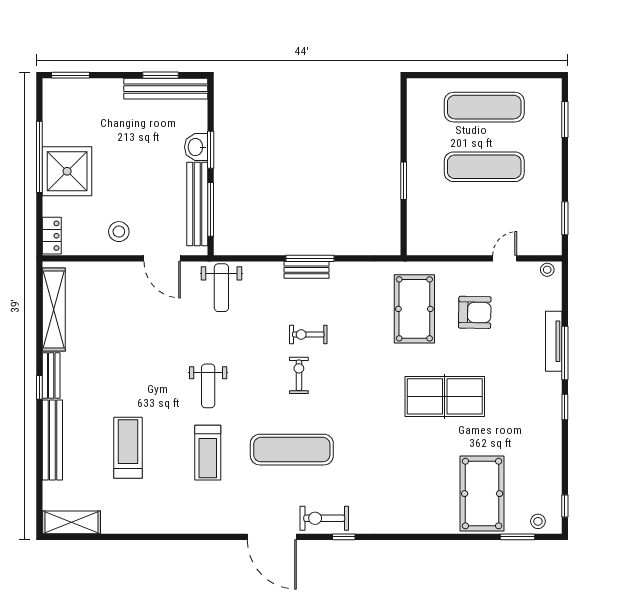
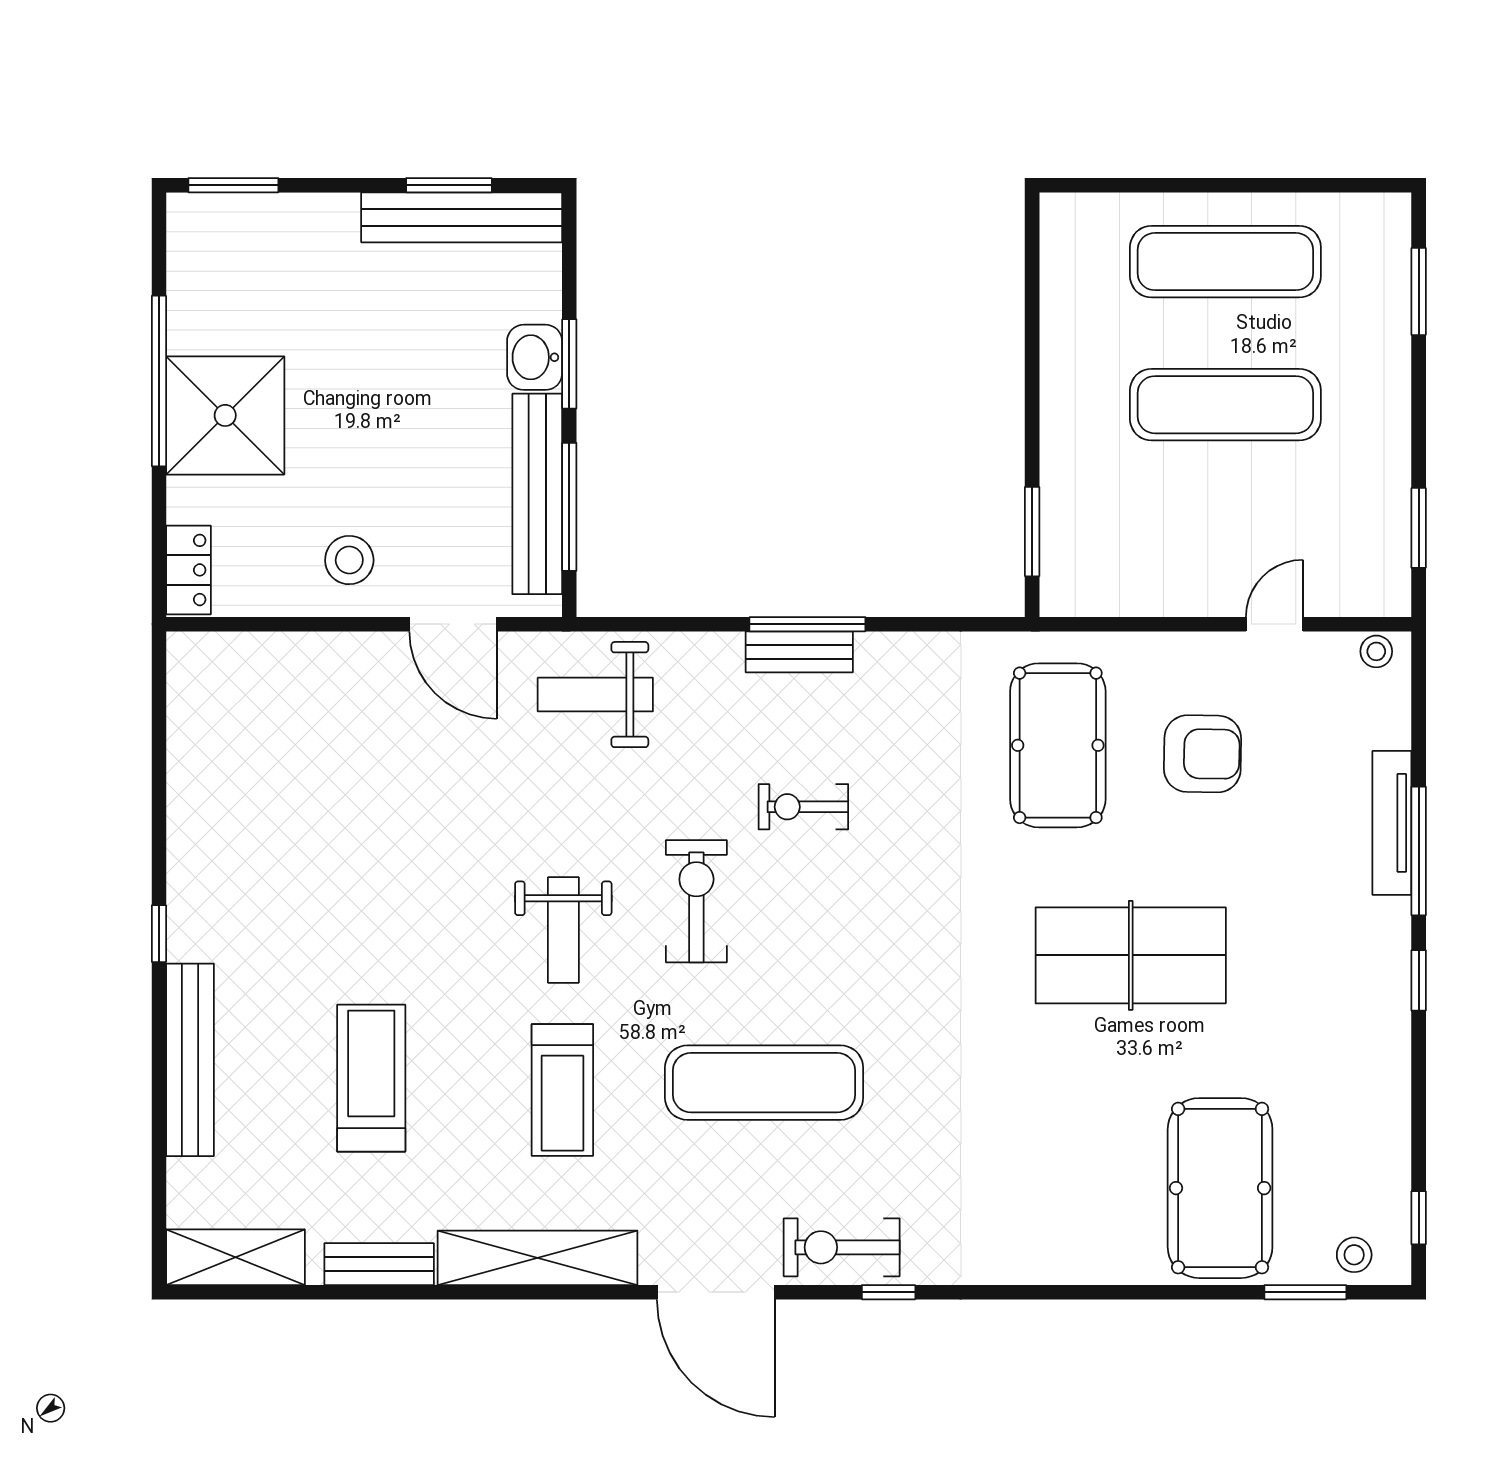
window: (404, 181) -> (1032, 532), moved
weight bench: (221, 288) -> (595, 695), turned 90
shelving: (54, 309) -> (538, 1258), moved, turned 90
exercise bike: (299, 375) -> (696, 901), moved, width x1.38, depth x1.39
bench: (51, 376) -> (379, 1264), moved, turned 90

